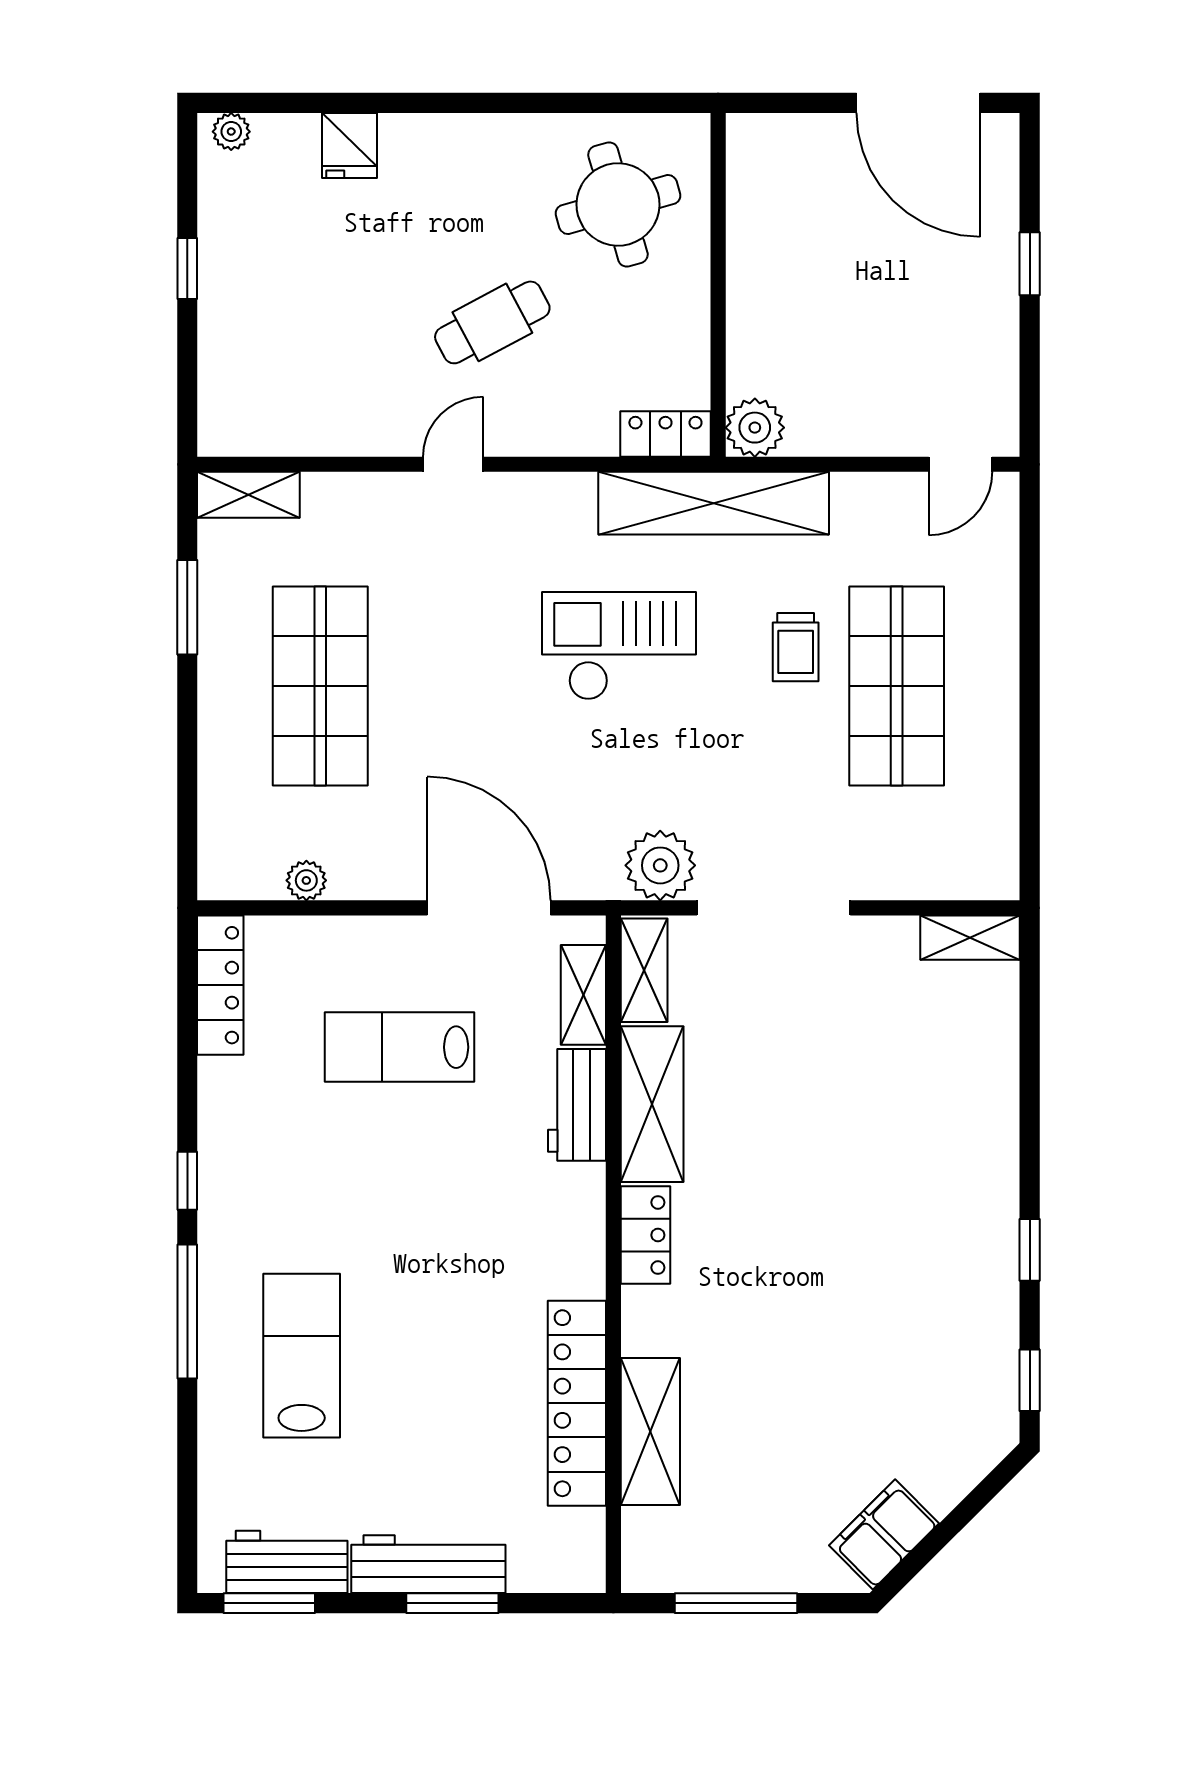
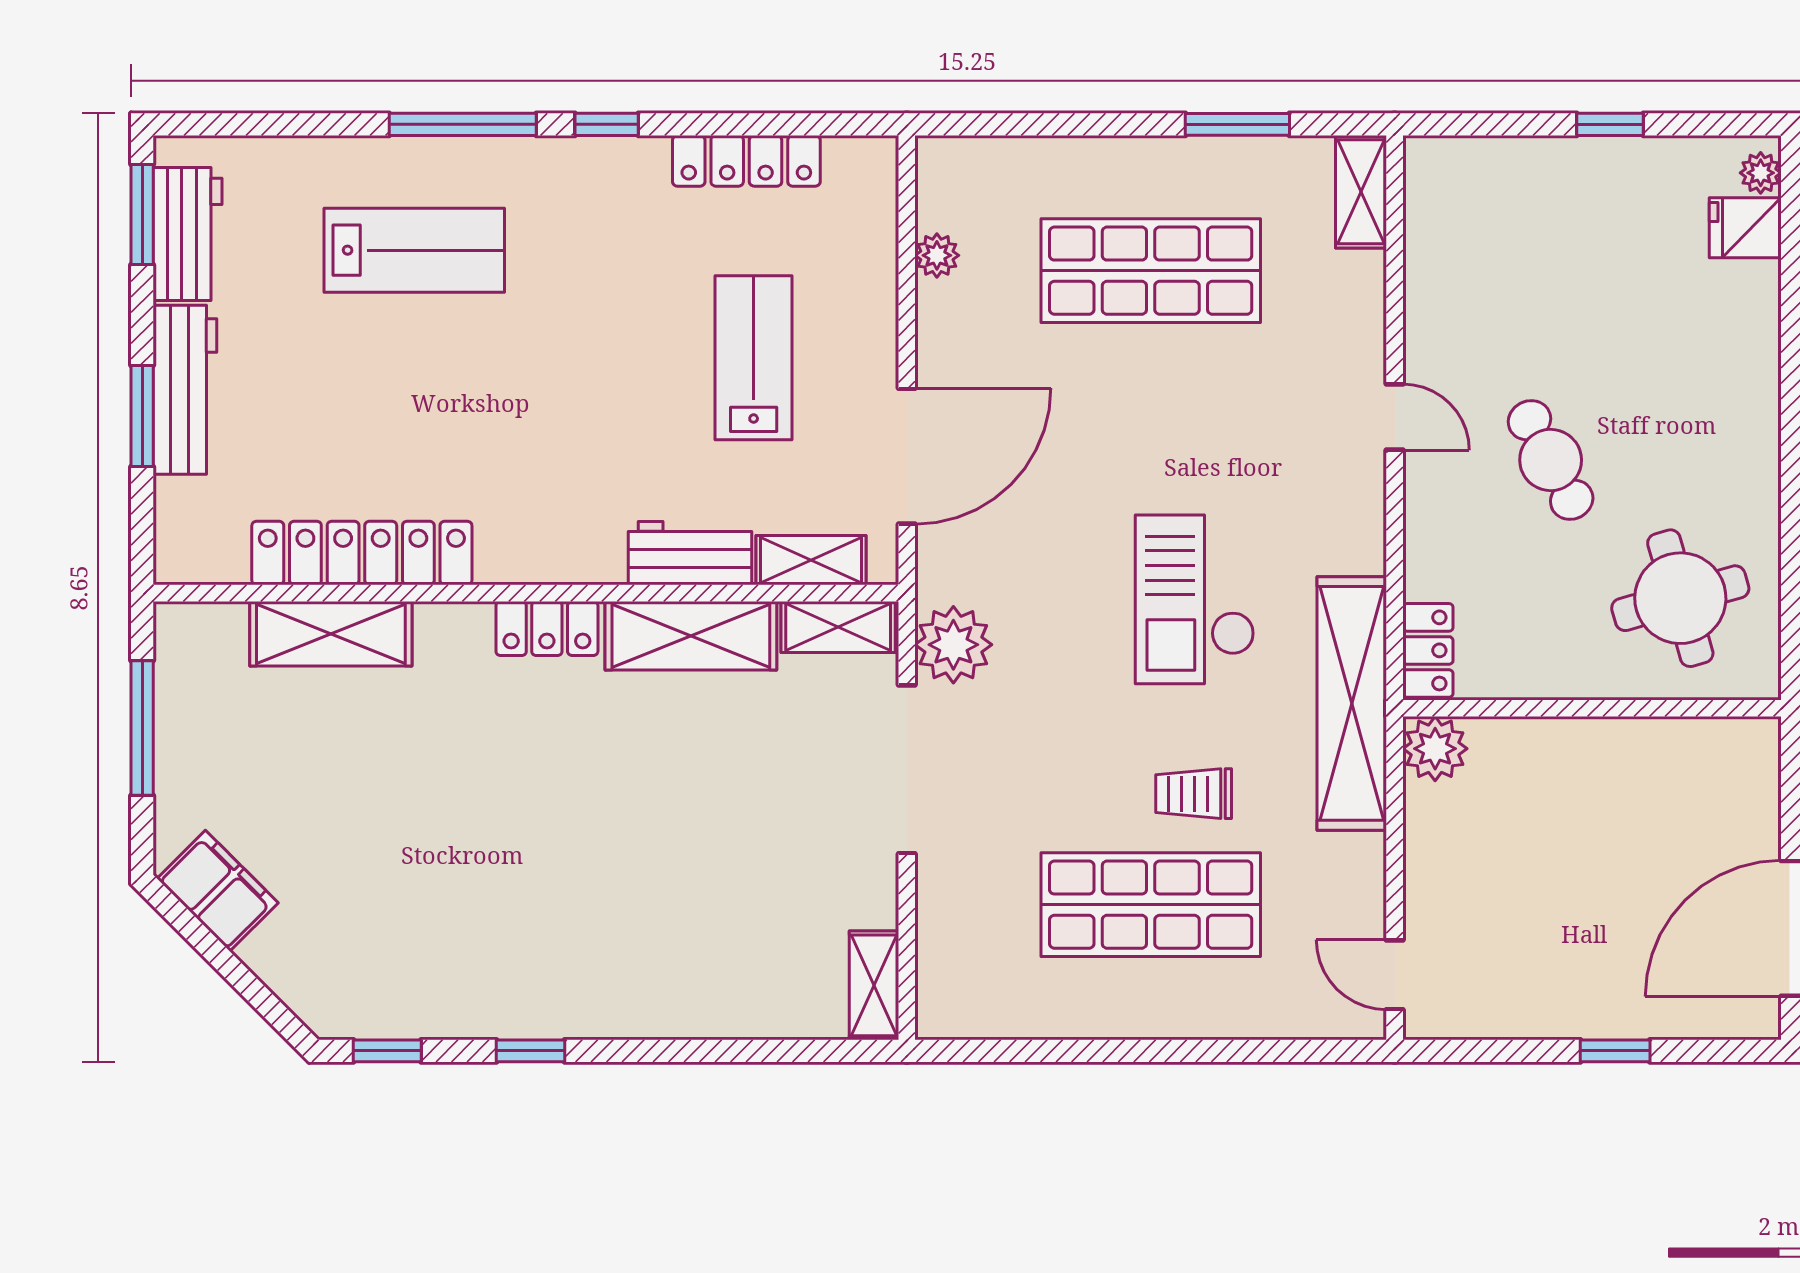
fridge: (349, 146) -> (1745, 228), moved
checkout: (619, 646) -> (1195, 599), turned 180
locker: (220, 985) -> (746, 161), moved

